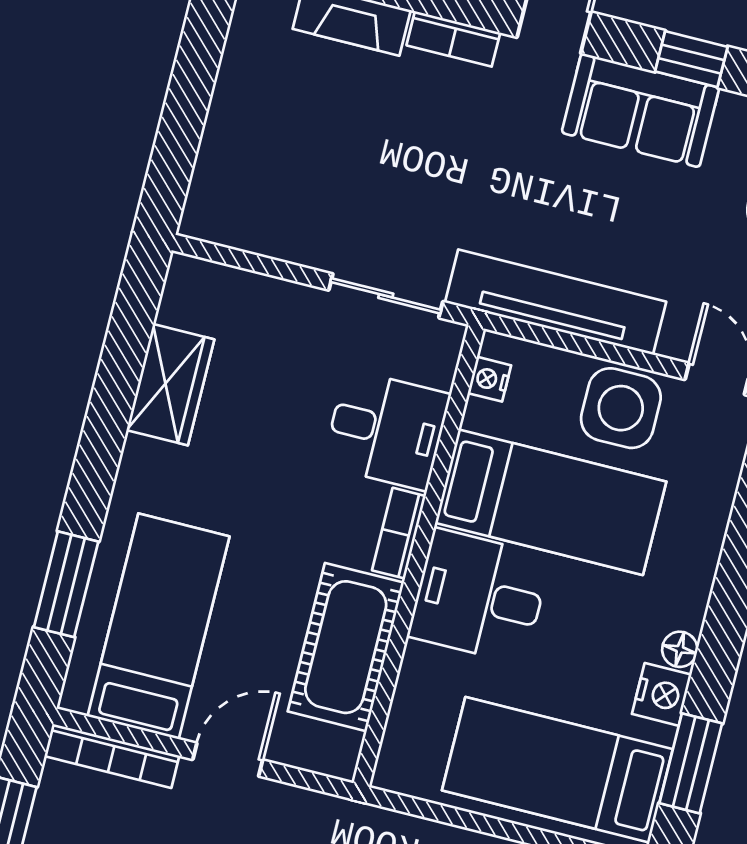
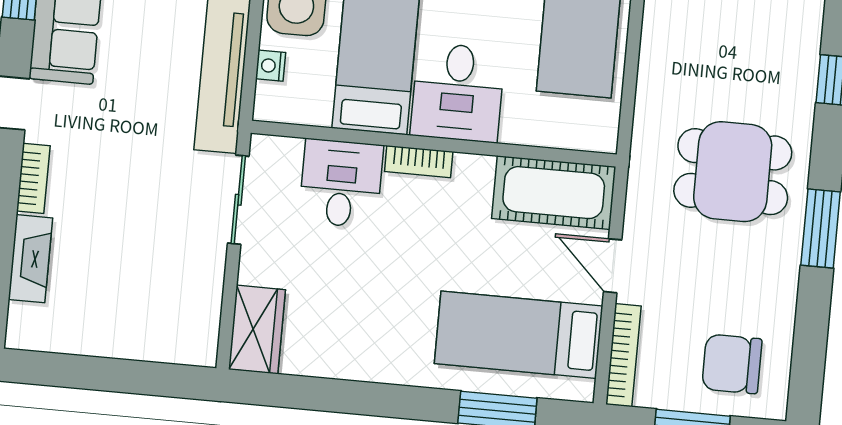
nightstand: (489, 379) -> (271, 66), moved, turned 90
wardrobe: (170, 385) -> (257, 330), moved, turned 90
cot: (346, 647) -> (554, 193), moved

